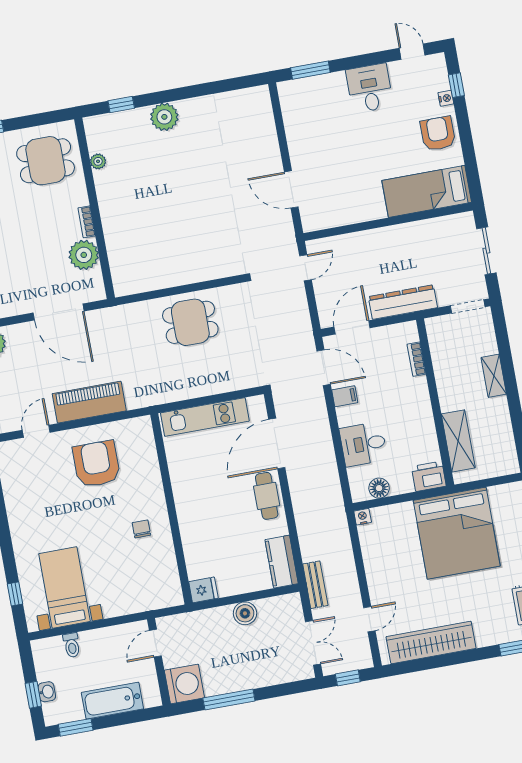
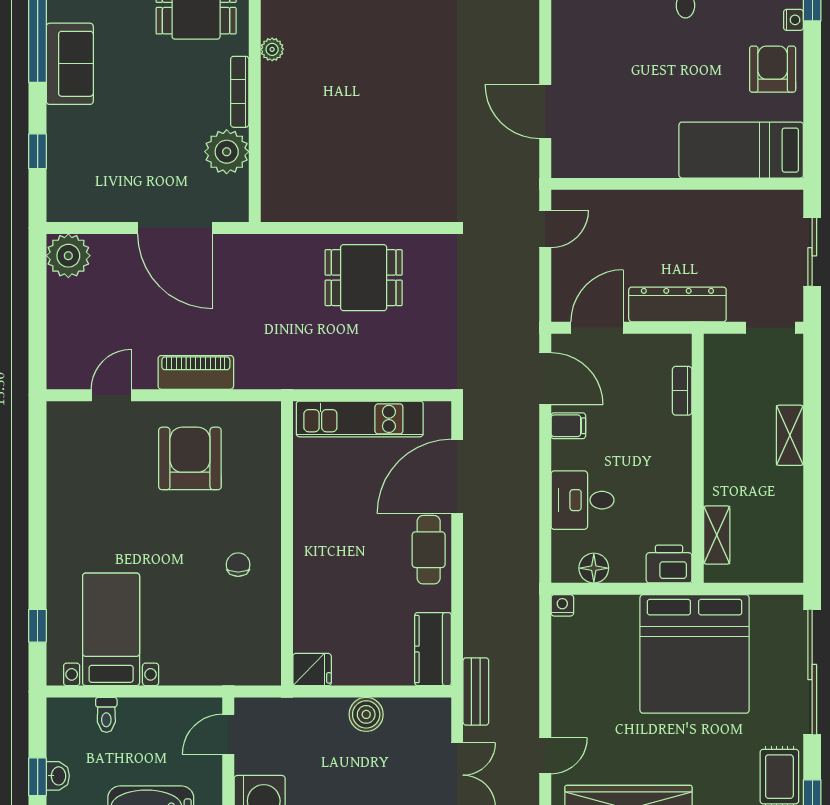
plant: (98, 161) -> (272, 49), moved
bookcase: (87, 222) -> (240, 92), width x1.56
piano: (89, 402) -> (196, 372), width x0.73, depth x0.75
shelving: (458, 441) -> (717, 535), width x0.67, depth x0.75

